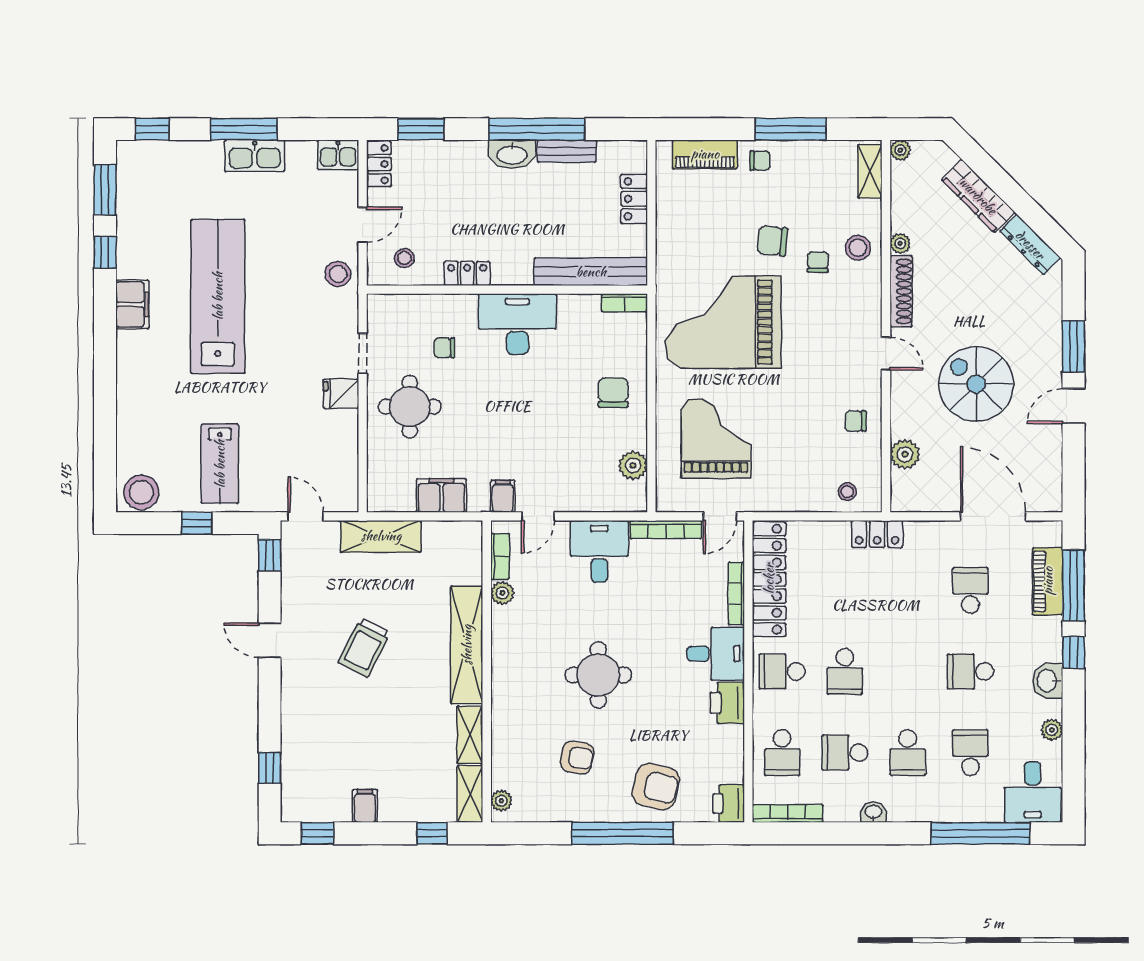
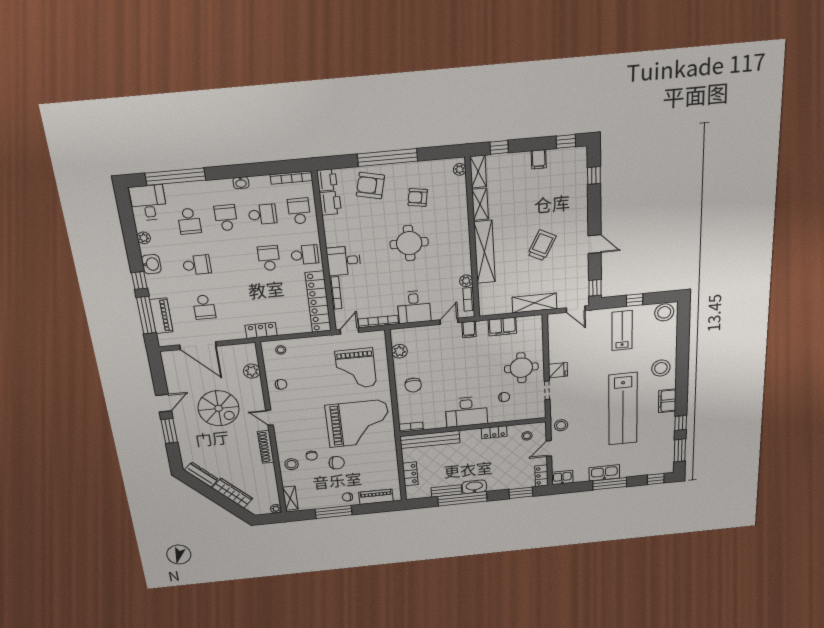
plant: (900, 243) -> (270, 468), removed
stool: (146, 377) -> (661, 368), added
printer: (727, 703) -> (330, 203), moved

